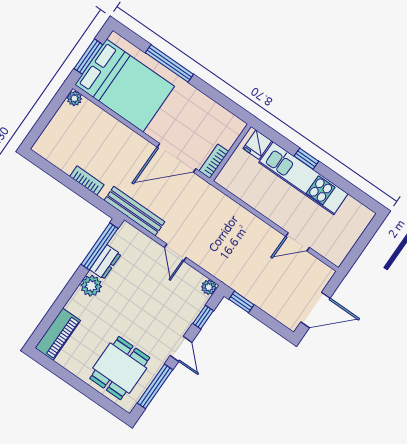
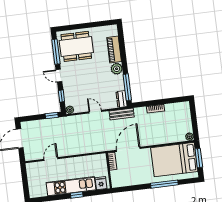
bench: (134, 211) -> (122, 114), width x0.73
dresser: (105, 262) -> (121, 99), moved
piano: (58, 334) -> (114, 50), moved
dining table: (120, 368) -> (76, 46), width x1.37

